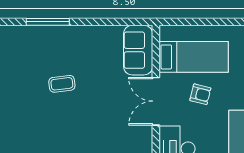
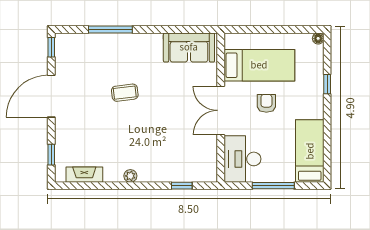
sofa: (138, 50) -> (189, 47), moved, turned -90
armchair: (200, 94) -> (266, 103), turned -104

